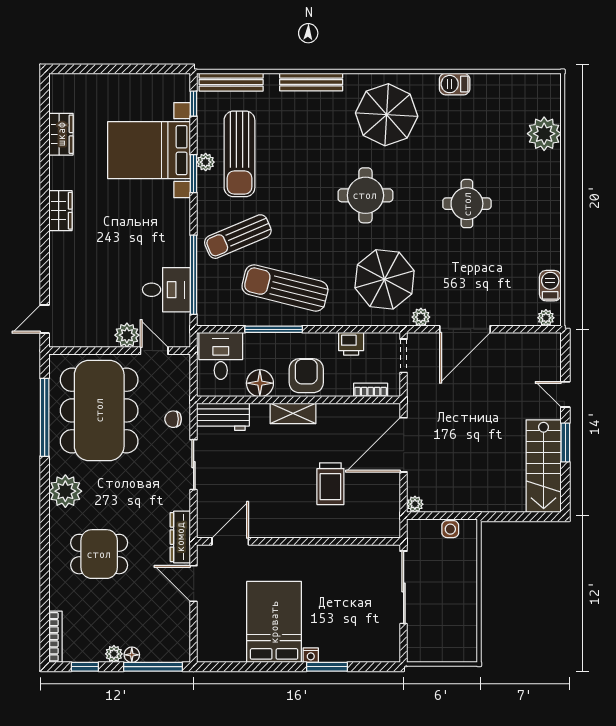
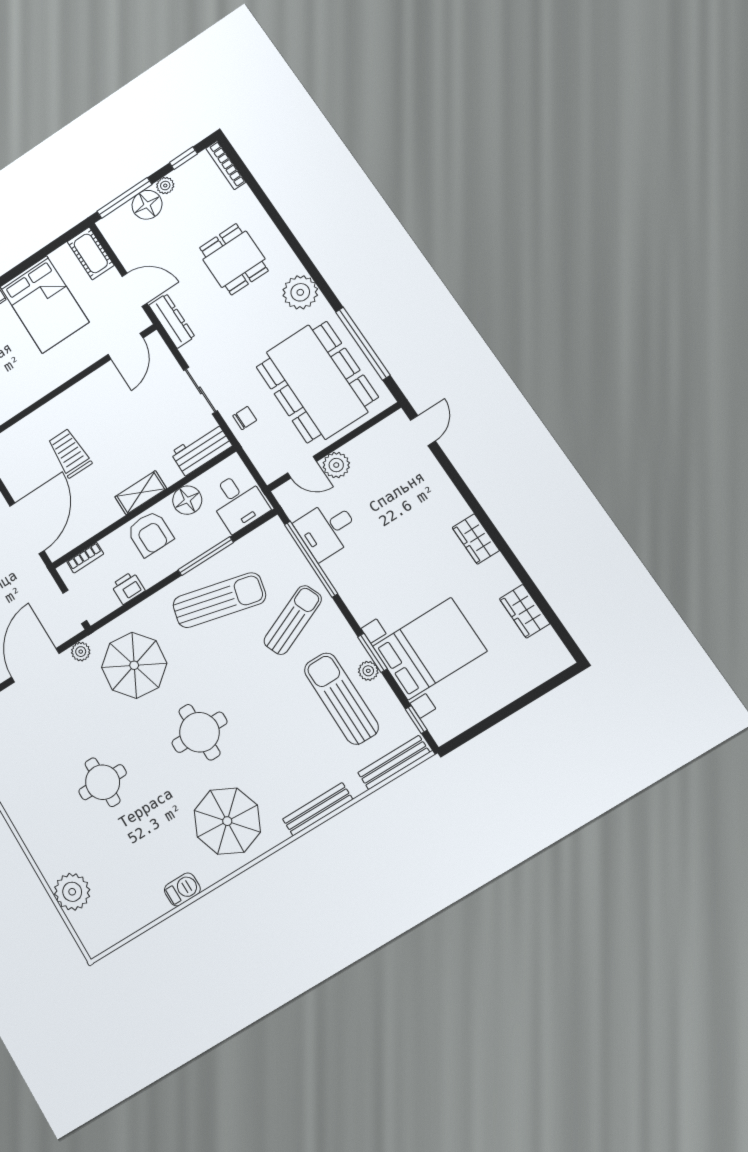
dining table: (99, 554) -> (234, 259), turned 90
cot: (210, 639) -> (91, 253), added
floor lamp: (132, 655) -> (147, 205), width x1.89, depth x1.89

